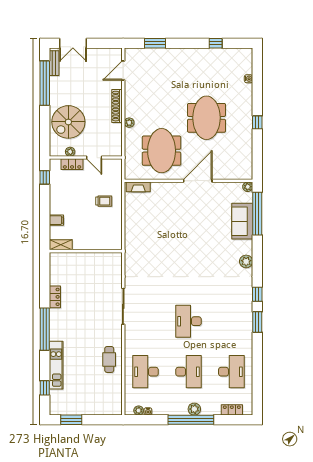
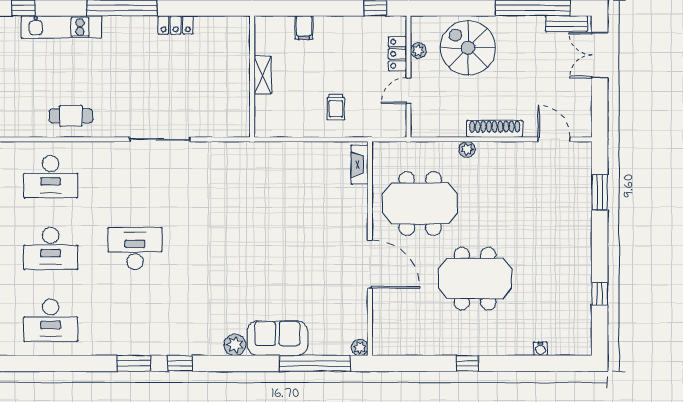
sofa: (242, 221) -> (277, 338), moved
shelving: (61, 245) -> (263, 75), moved
desk: (146, 372) -> (51, 177), turned 180

